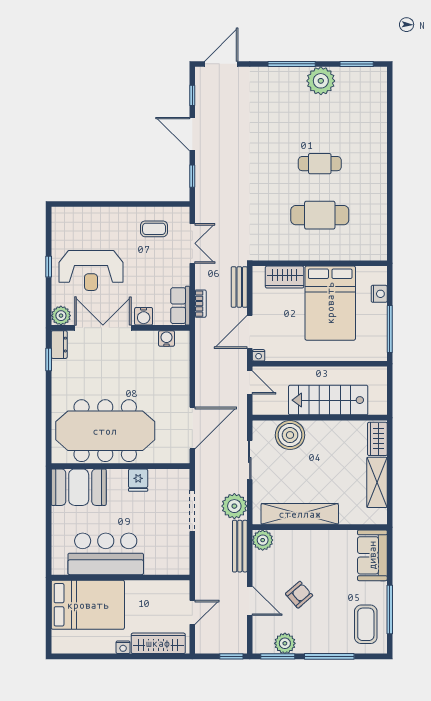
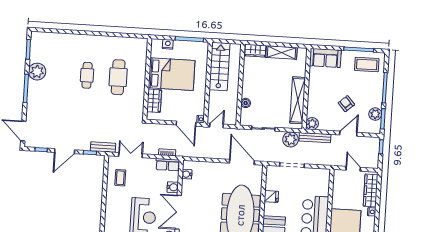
bench: (239, 287) -> (103, 147), moved
stairs: (328, 400) -> (219, 67), moved, turned 180
boiler: (290, 435) -> (246, 103), width x0.54, depth x0.54

